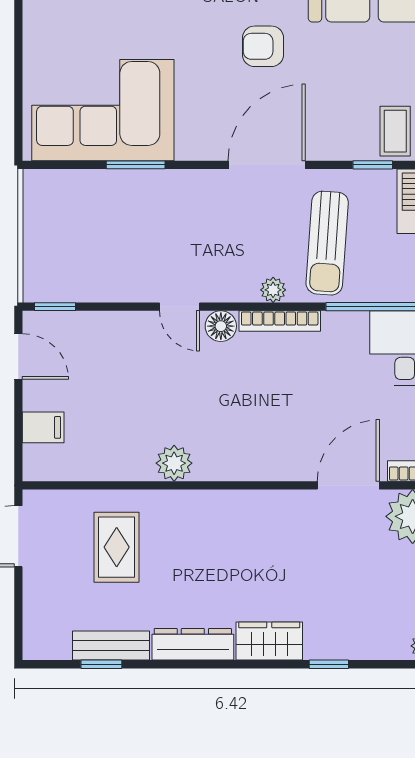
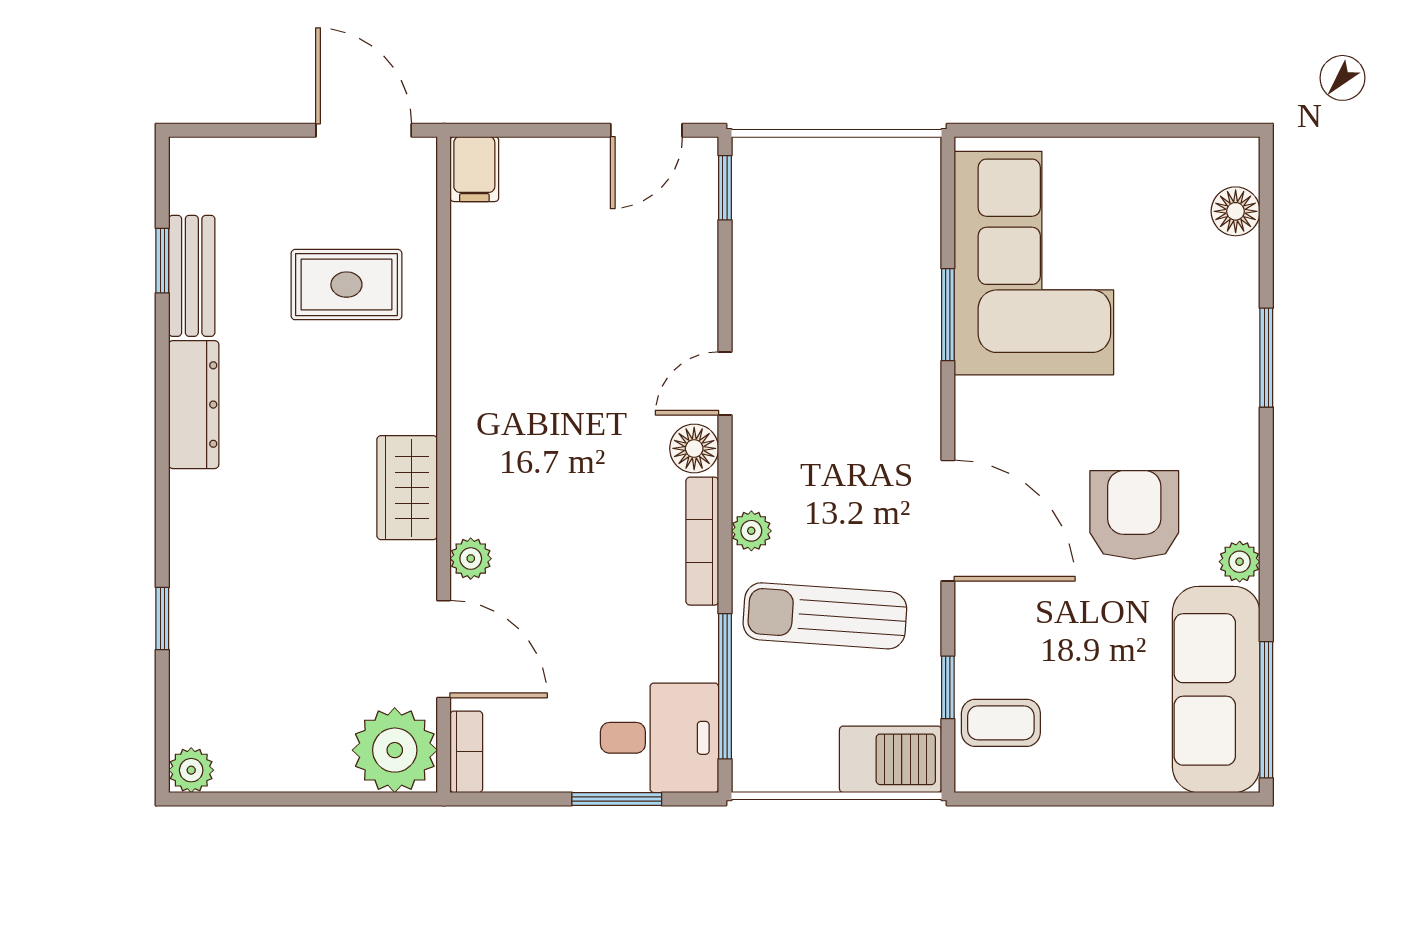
armchair: (263, 46) -> (1134, 515), width x1.38, depth x1.38
filing cabinet: (43, 427) -> (474, 169), moved
plant: (174, 463) -> (471, 559), moved, width x0.73, depth x0.73
wardrobe: (269, 641) -> (407, 488), moved, turned 180

